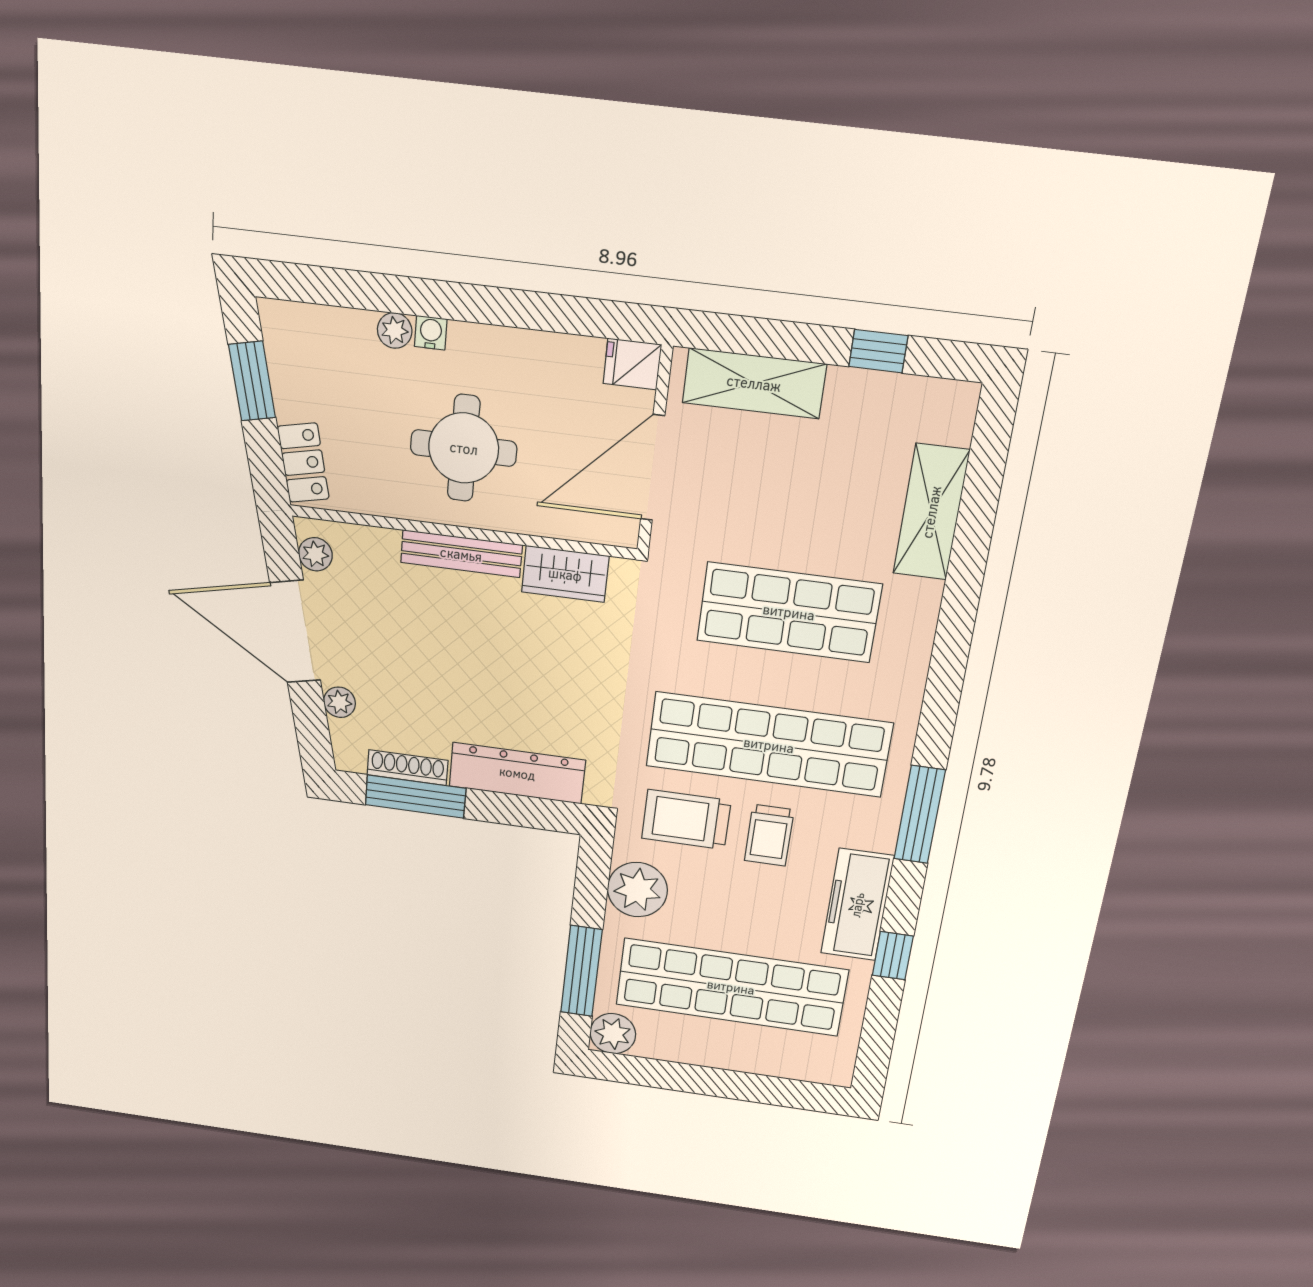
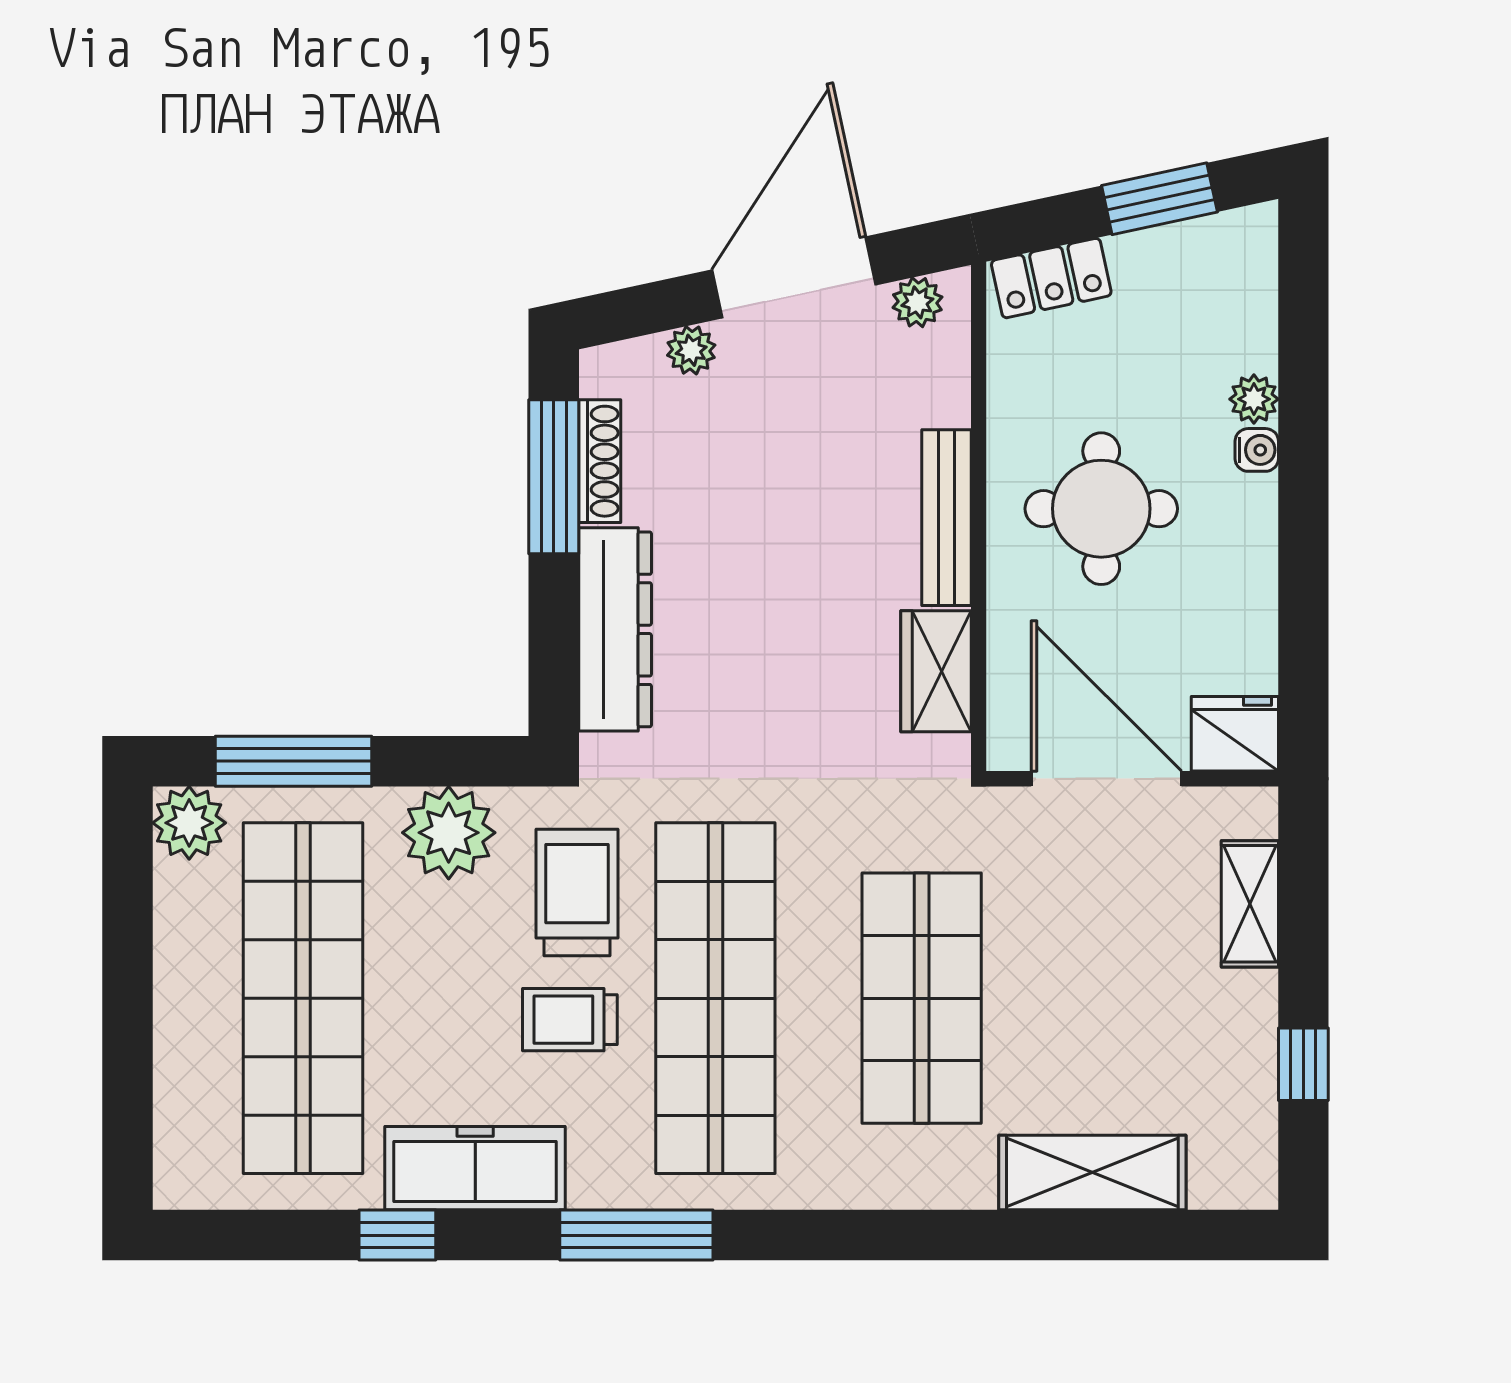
fridge: (632, 364) -> (1235, 734), width x1.38
shelving: (754, 383) -> (1250, 904), width x0.67, depth x0.75

